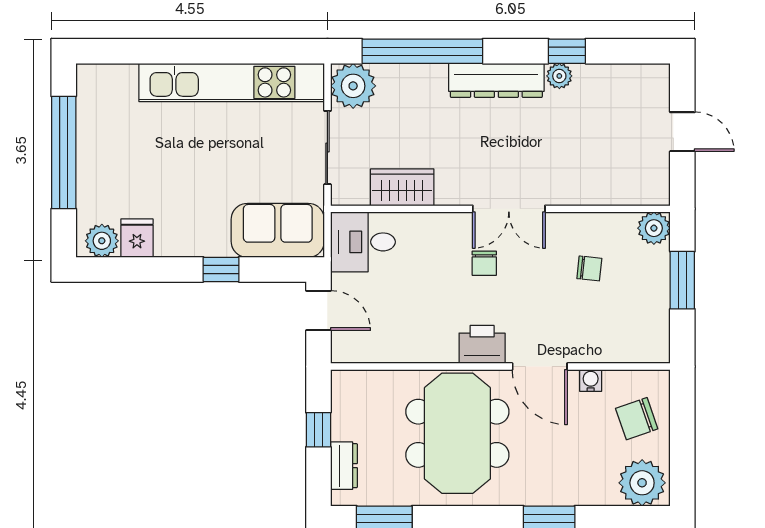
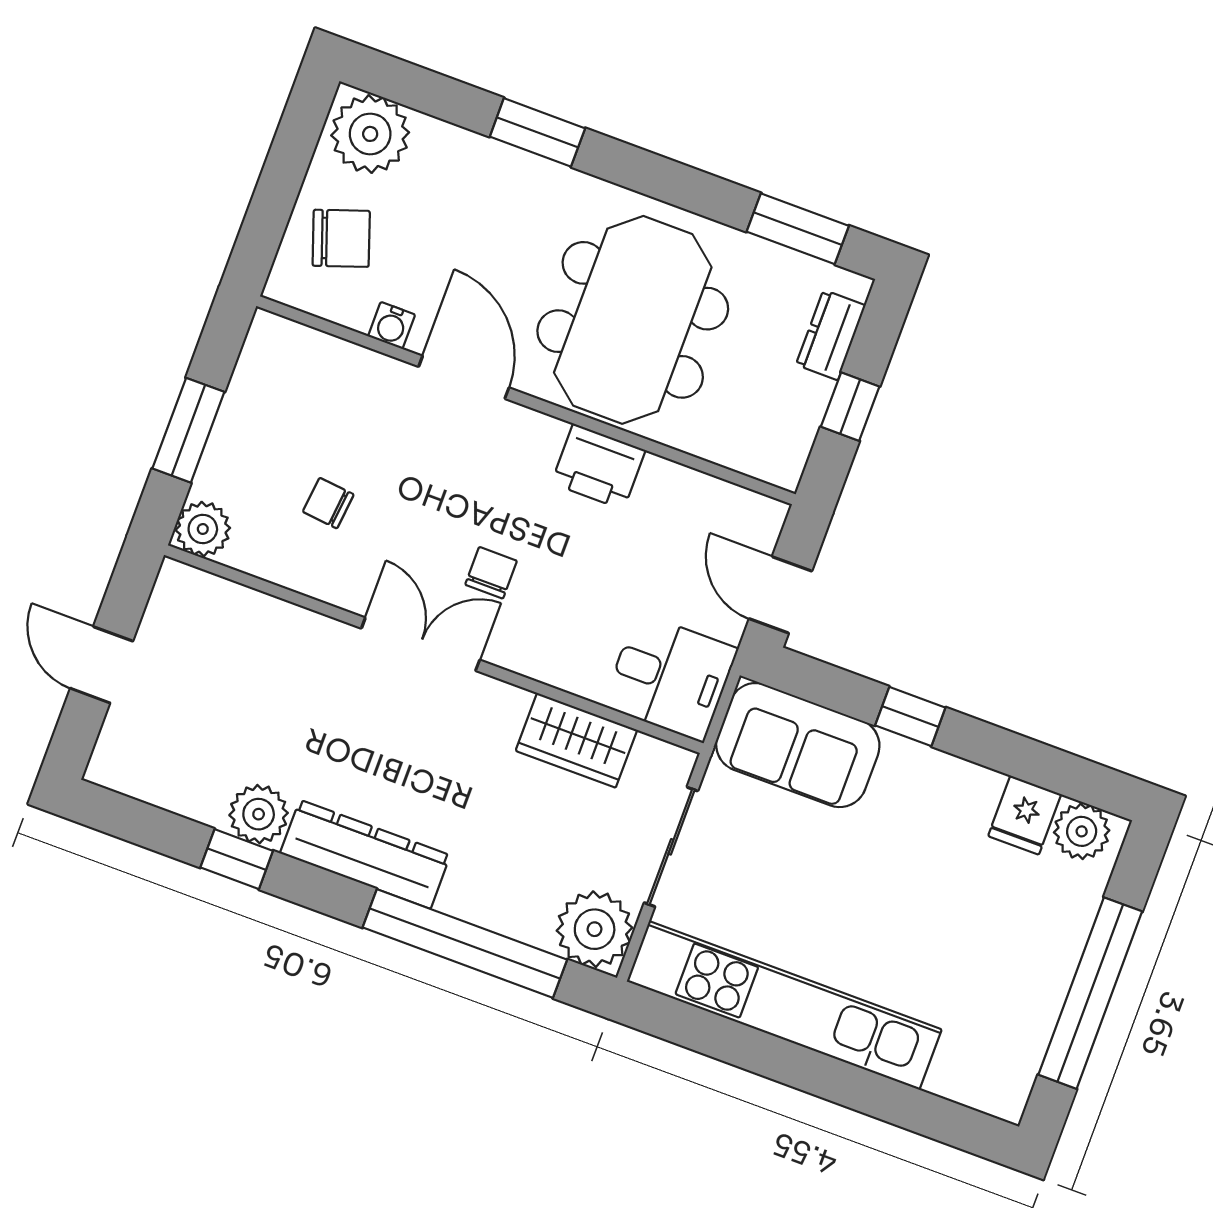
plant: (559, 76) -> (259, 814), width x1.38, depth x1.38
printer: (482, 344) -> (598, 467), moved

